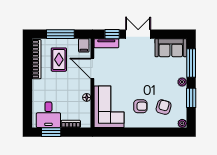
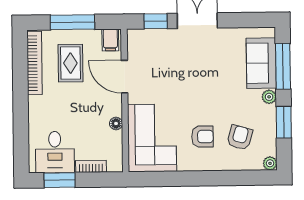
tv unit: (106, 43) -> (146, 36), removed
sofa: (171, 48) -> (261, 63), moved, turned 90

